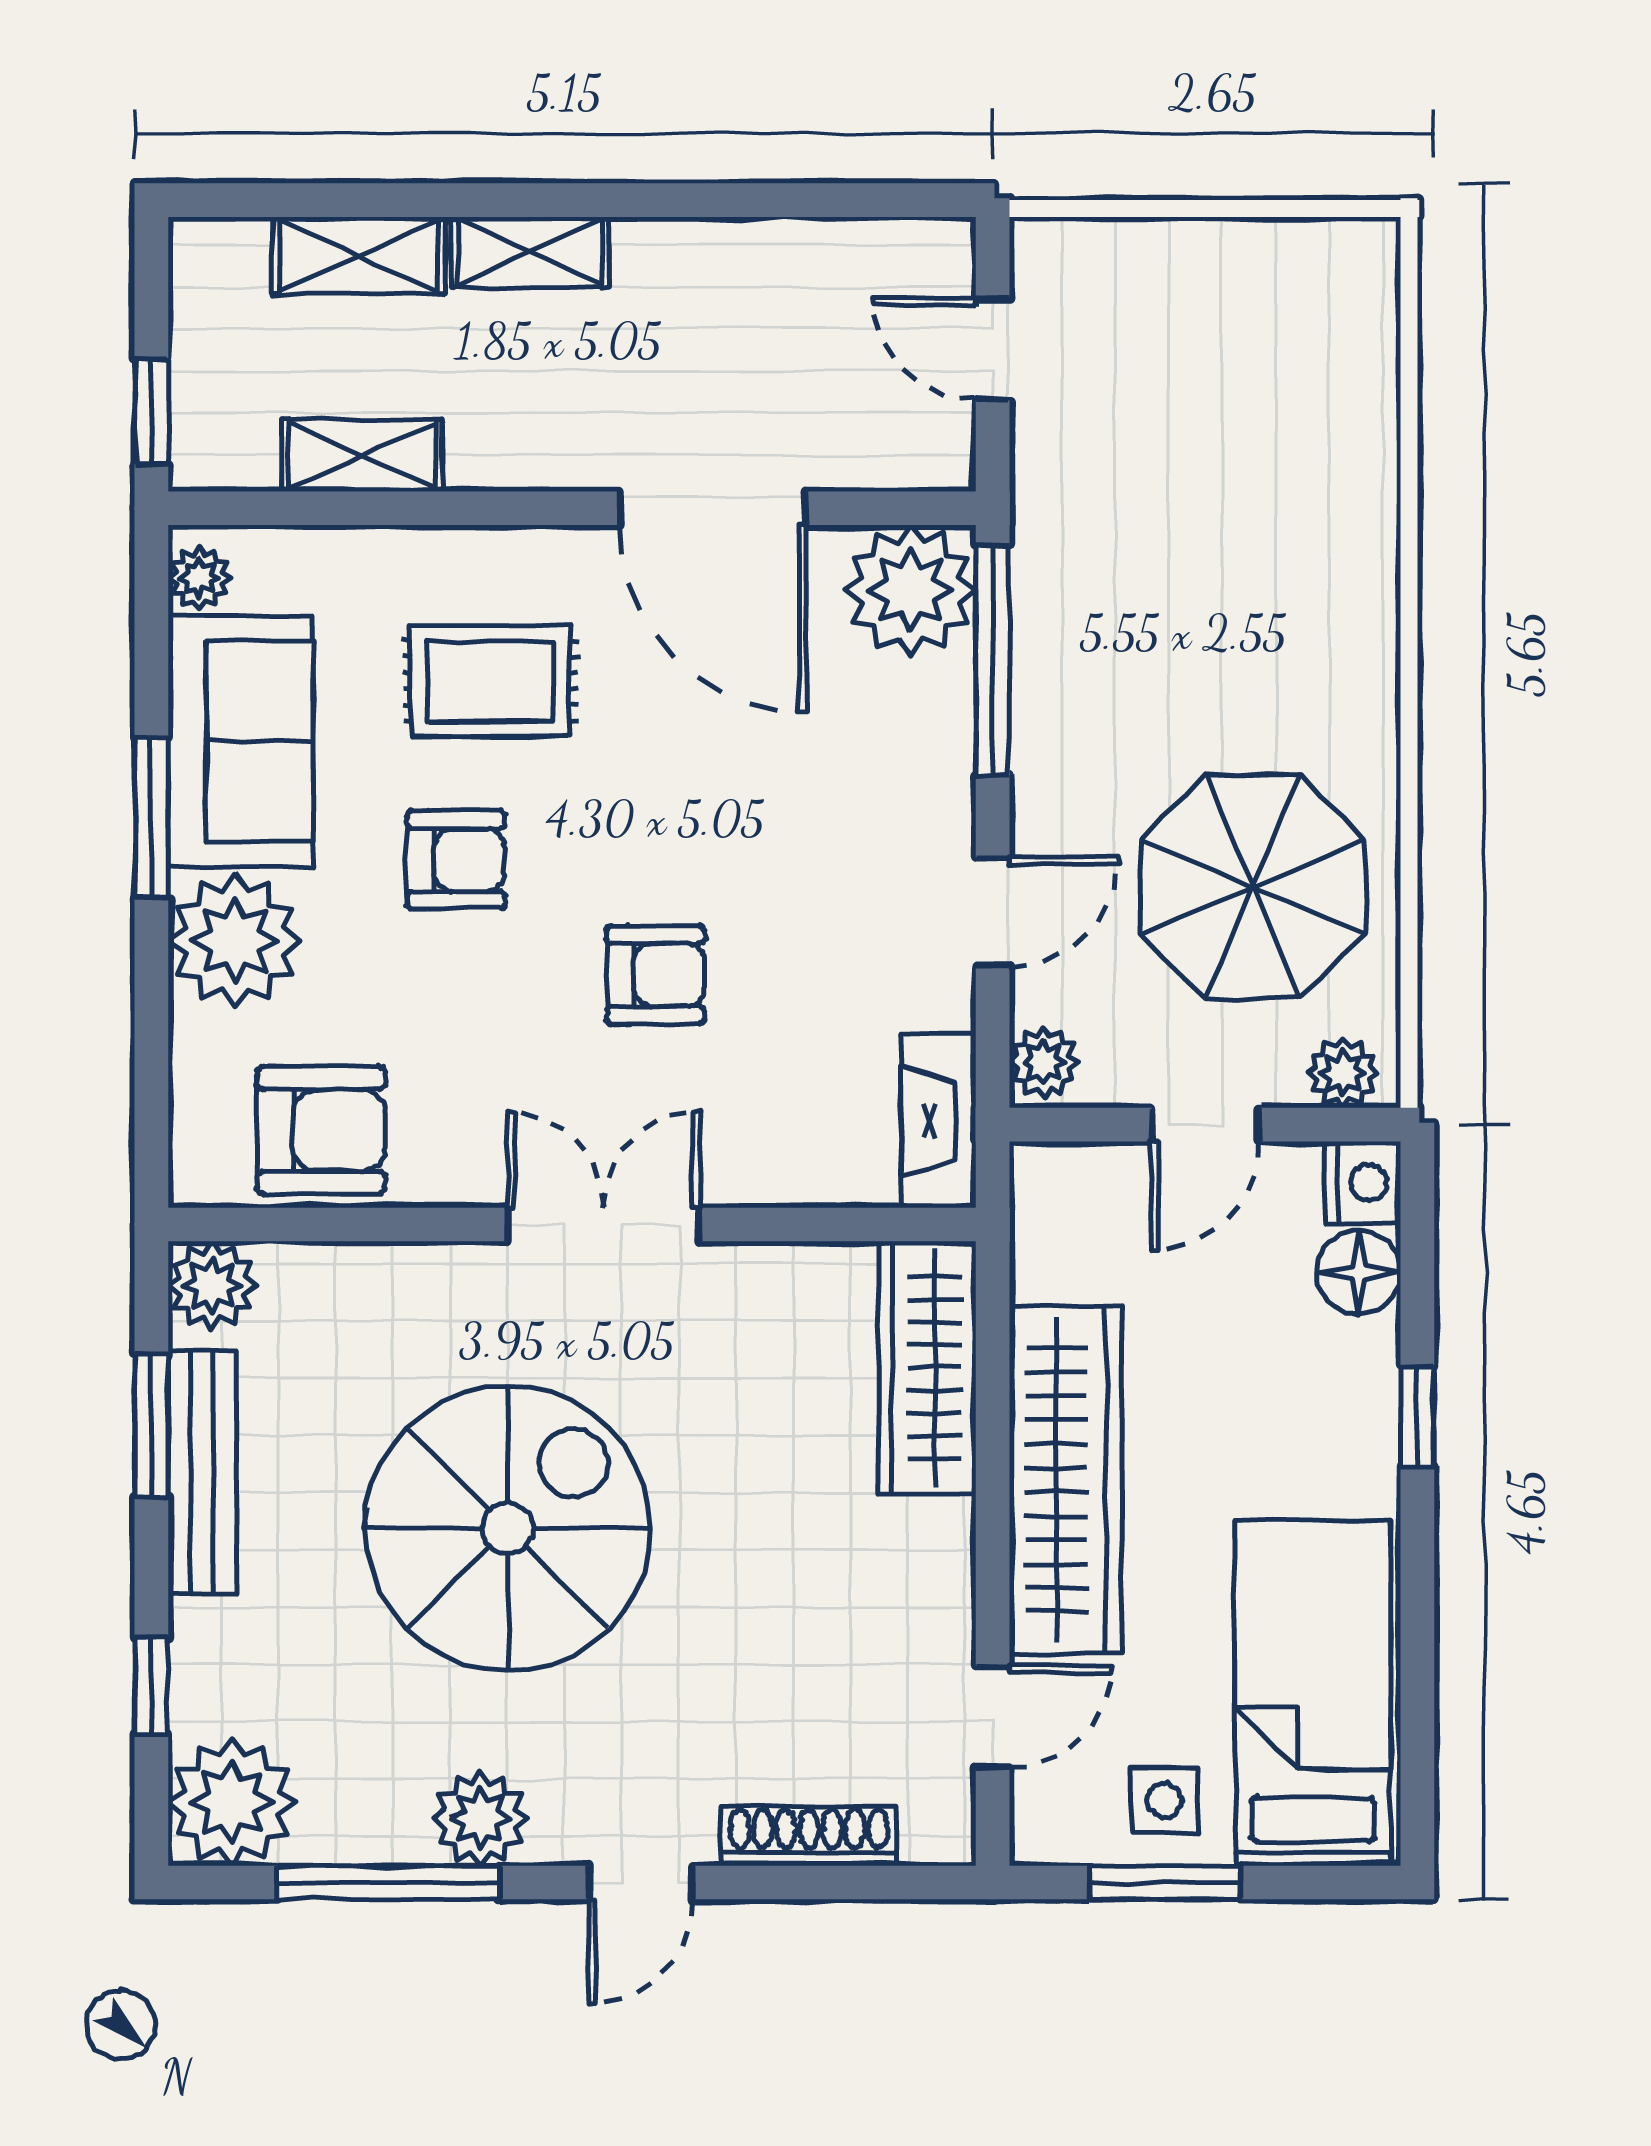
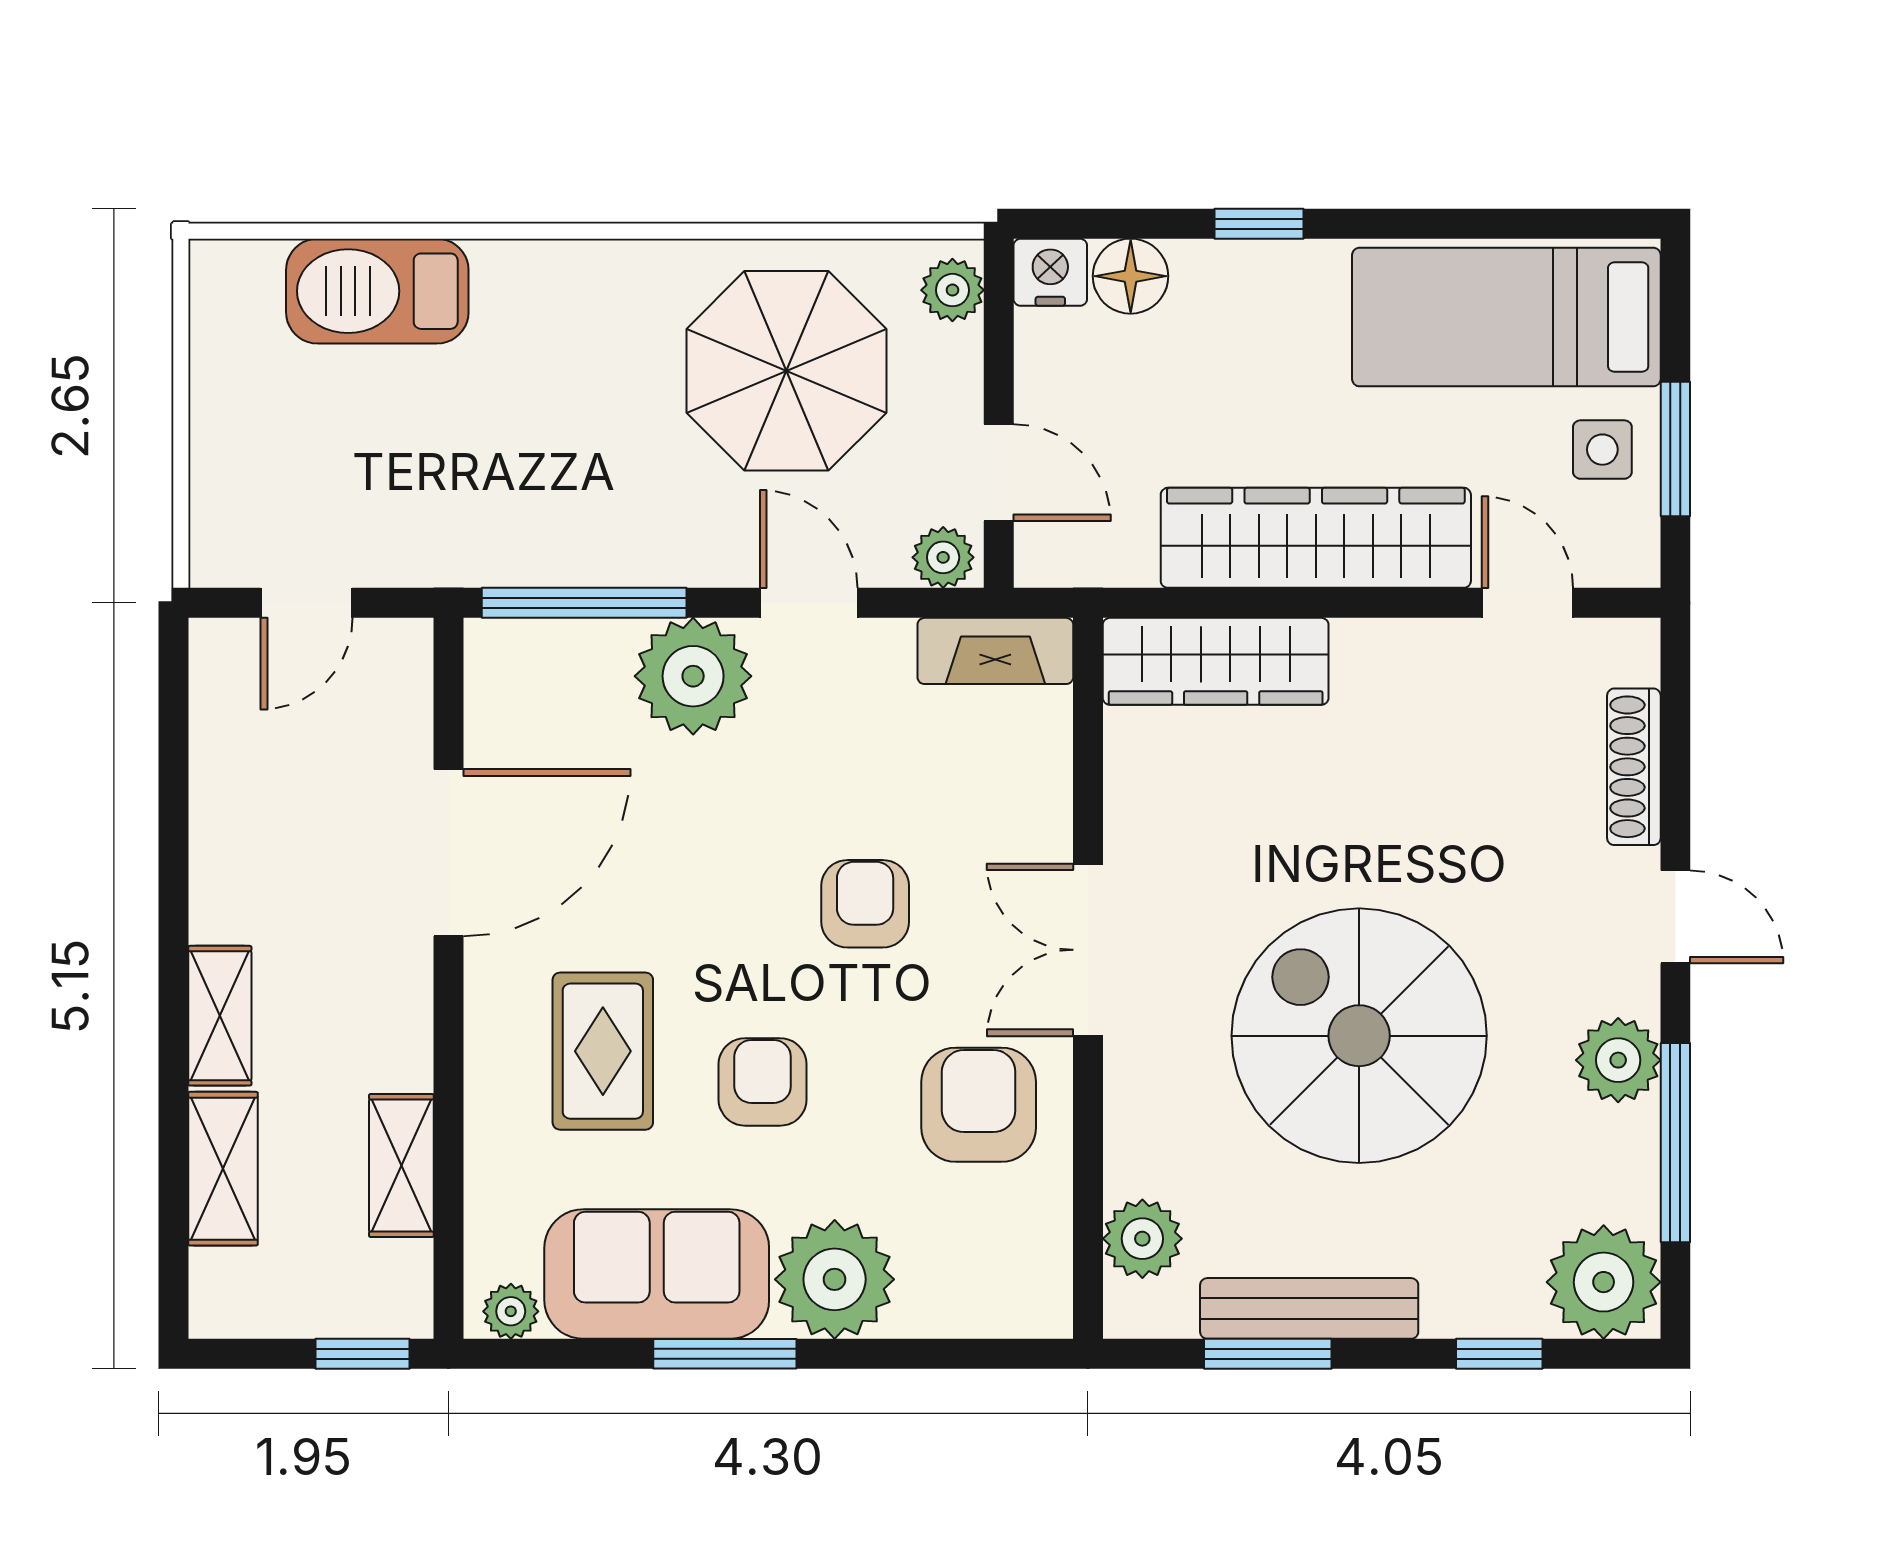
barbecue: (1342, 428) -> (377, 291), added
plant: (911, 590) -> (693, 676), moved
door: (1206, 1125) -> (999, 473), moved
armchair: (321, 1130) -> (979, 1105), moved
plant: (212, 1285) -> (1142, 1239), moved

